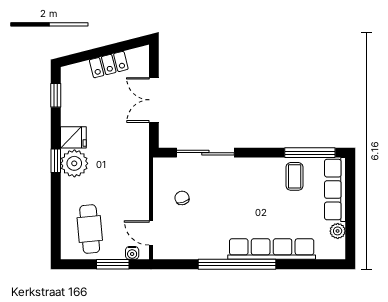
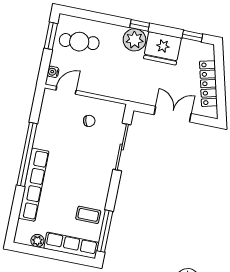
locker: (109, 65) -> (208, 84), width x1.53
fridge: (73, 137) -> (162, 48), width x1.88, depth x1.34
window: (113, 264) -> (51, 36), moved

